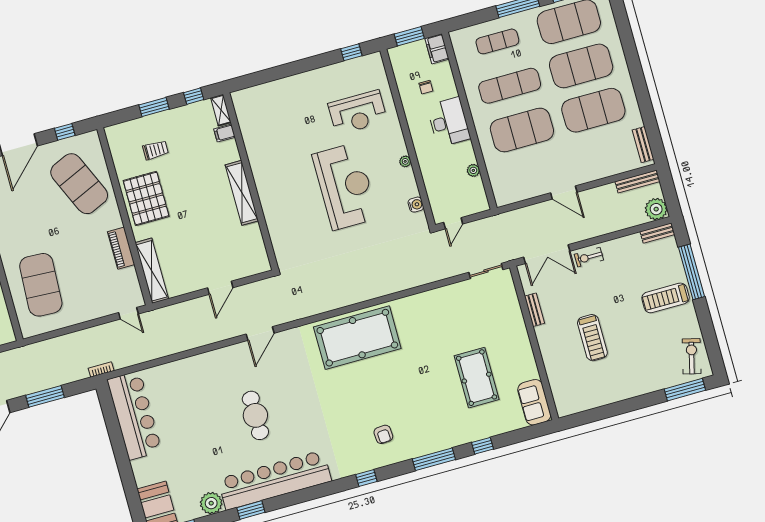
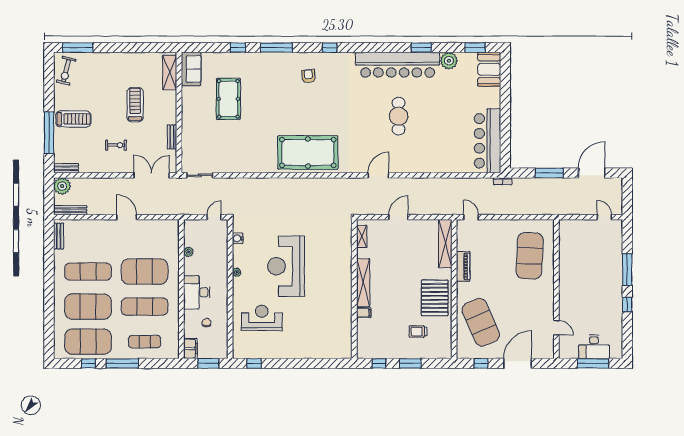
shelving: (221, 110) -> (362, 236), moved
exercise mat: (593, 110) -> (88, 272), width x0.68
filing cabinet: (225, 133) -> (364, 313), moved
exercise bike: (589, 257) -> (116, 145), moved
shelving: (560, 390) -> (170, 72), added

